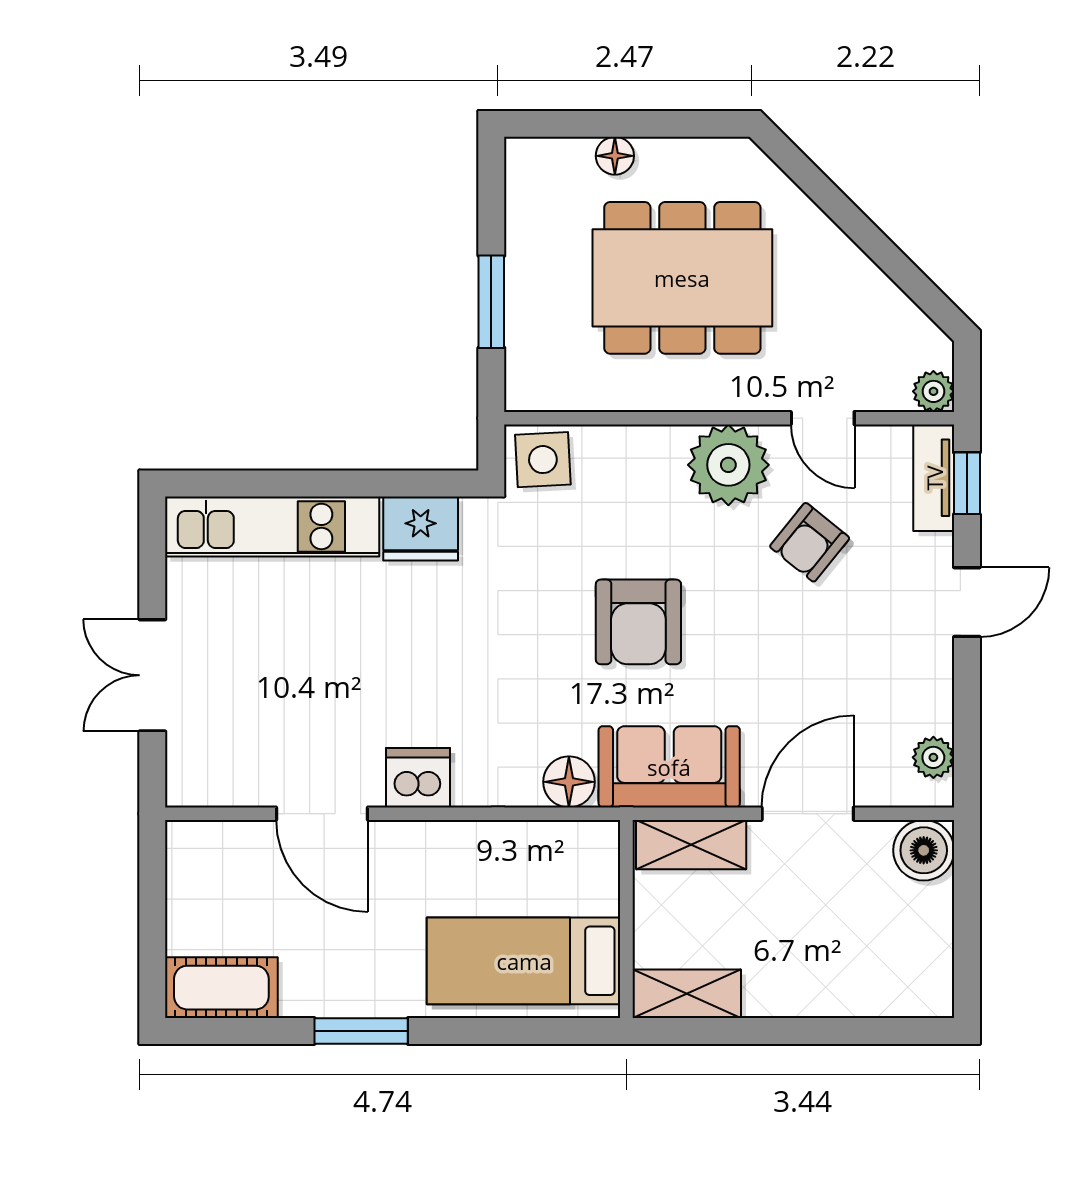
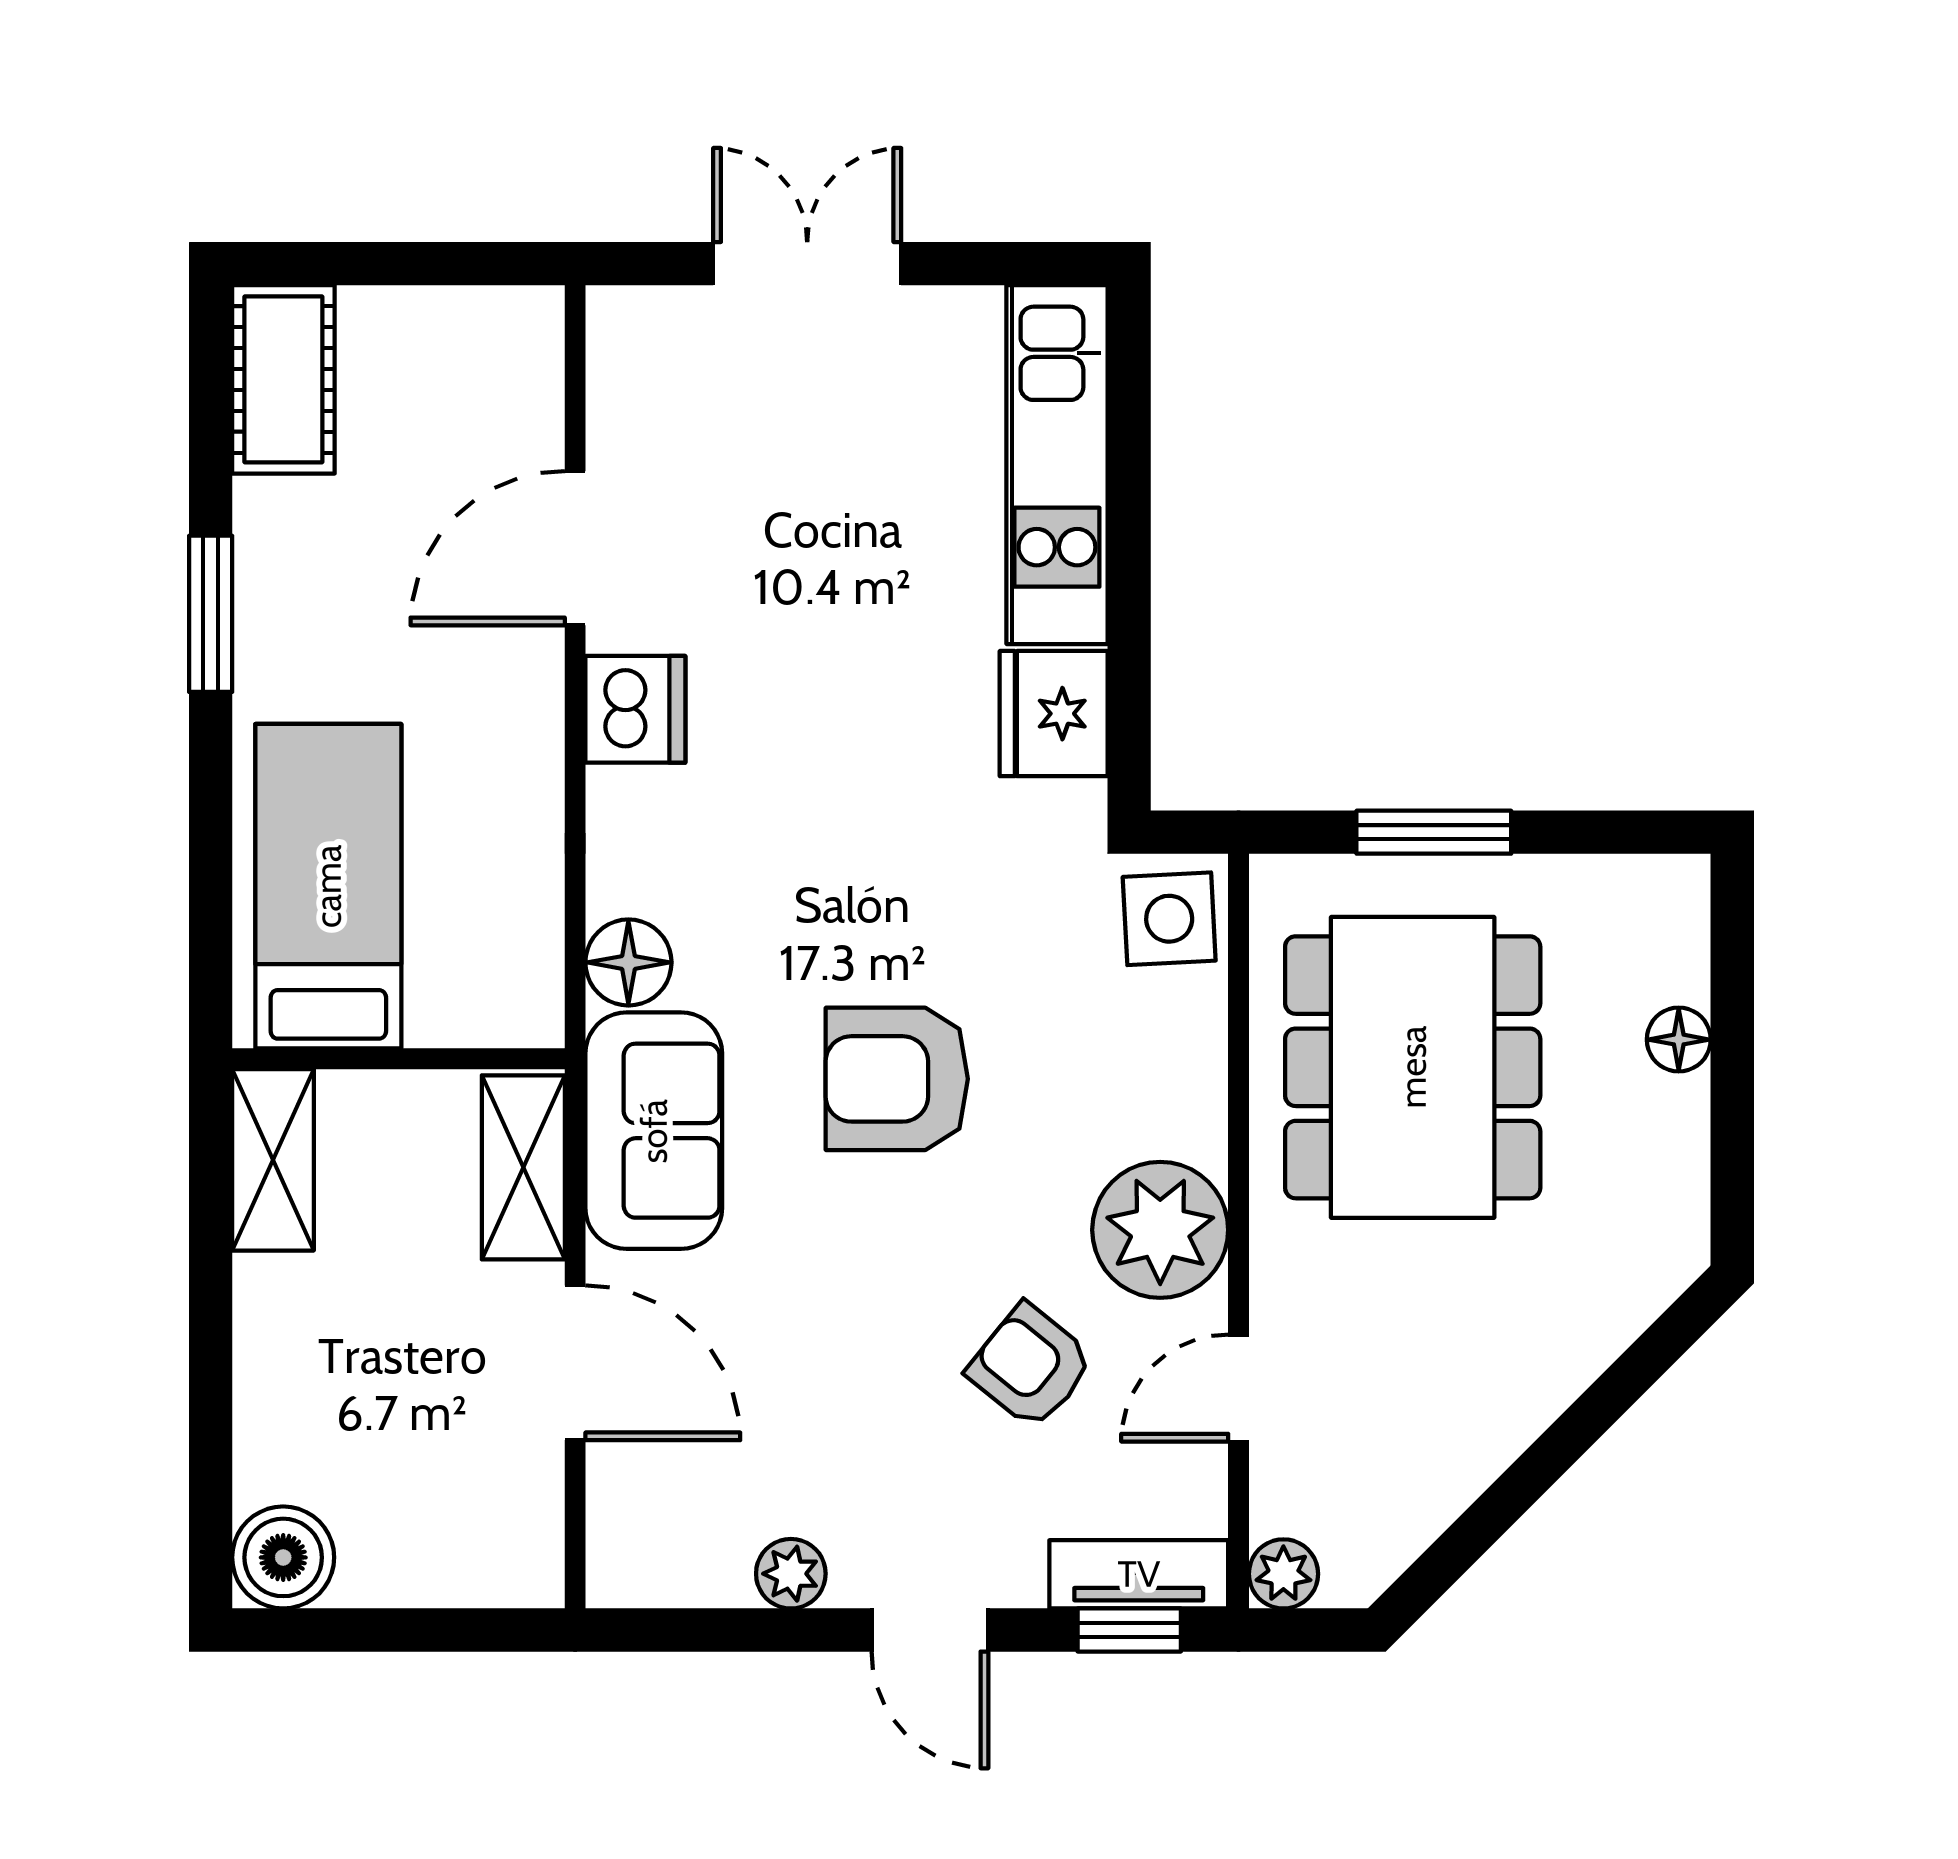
dining table: (682, 278) -> (1413, 1067), moved
plant: (933, 757) -> (791, 1574), moved
boiler: (924, 850) -> (283, 1557), moved

